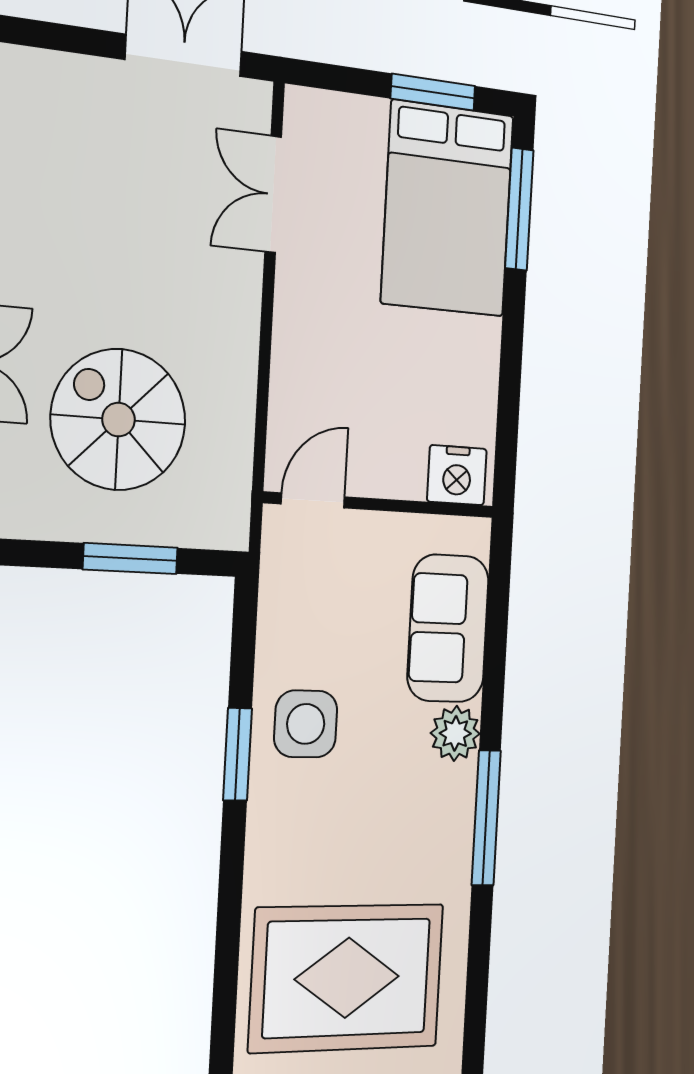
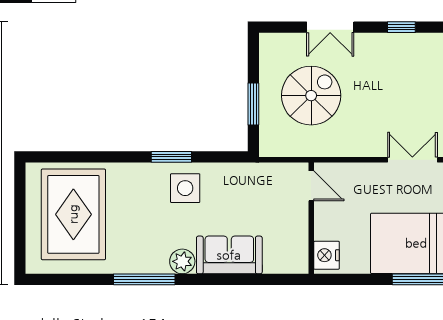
nightstand: (457, 475) -> (327, 255), moved
door: (313, 500) -> (311, 186), moved
wall: (380, 505) -> (311, 218), moved

